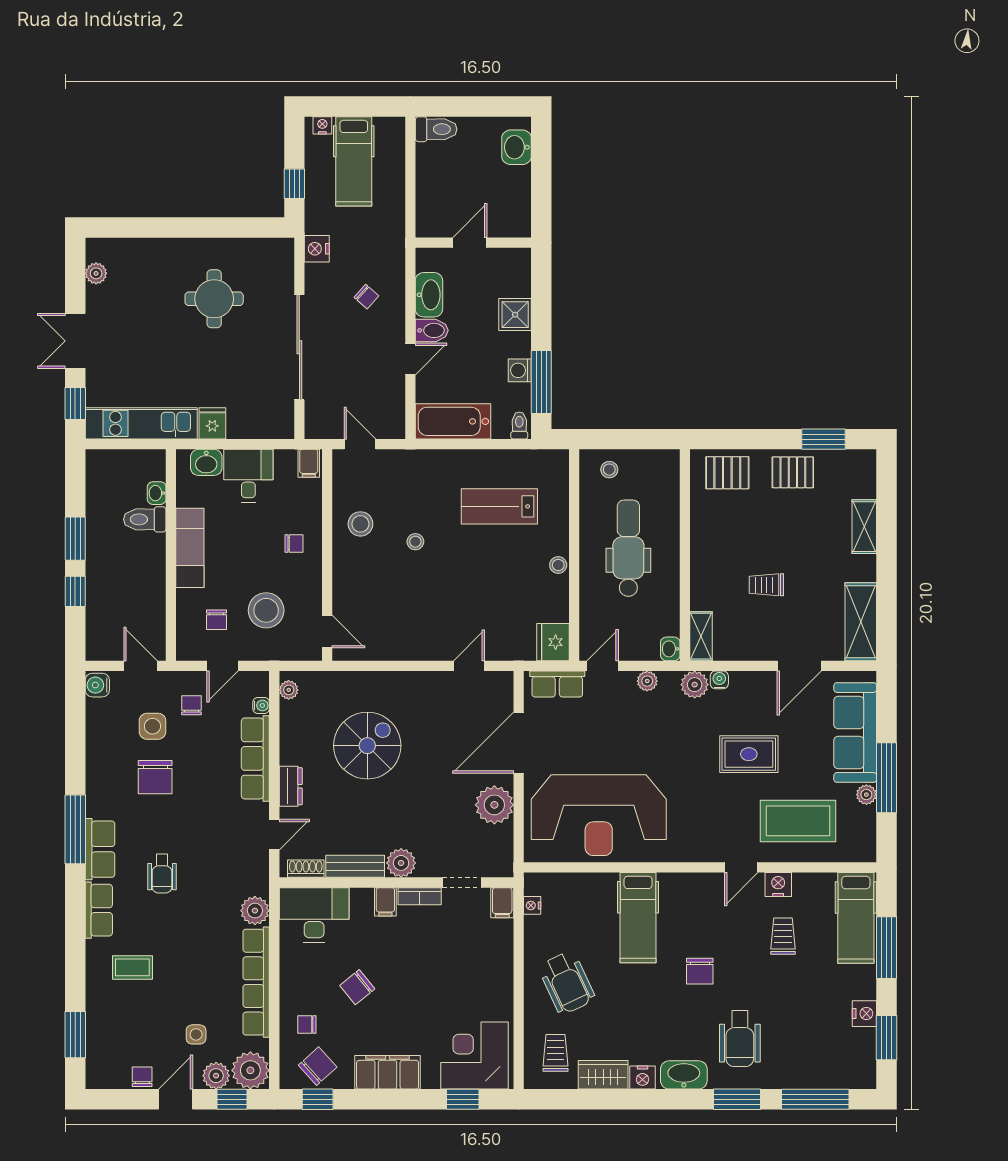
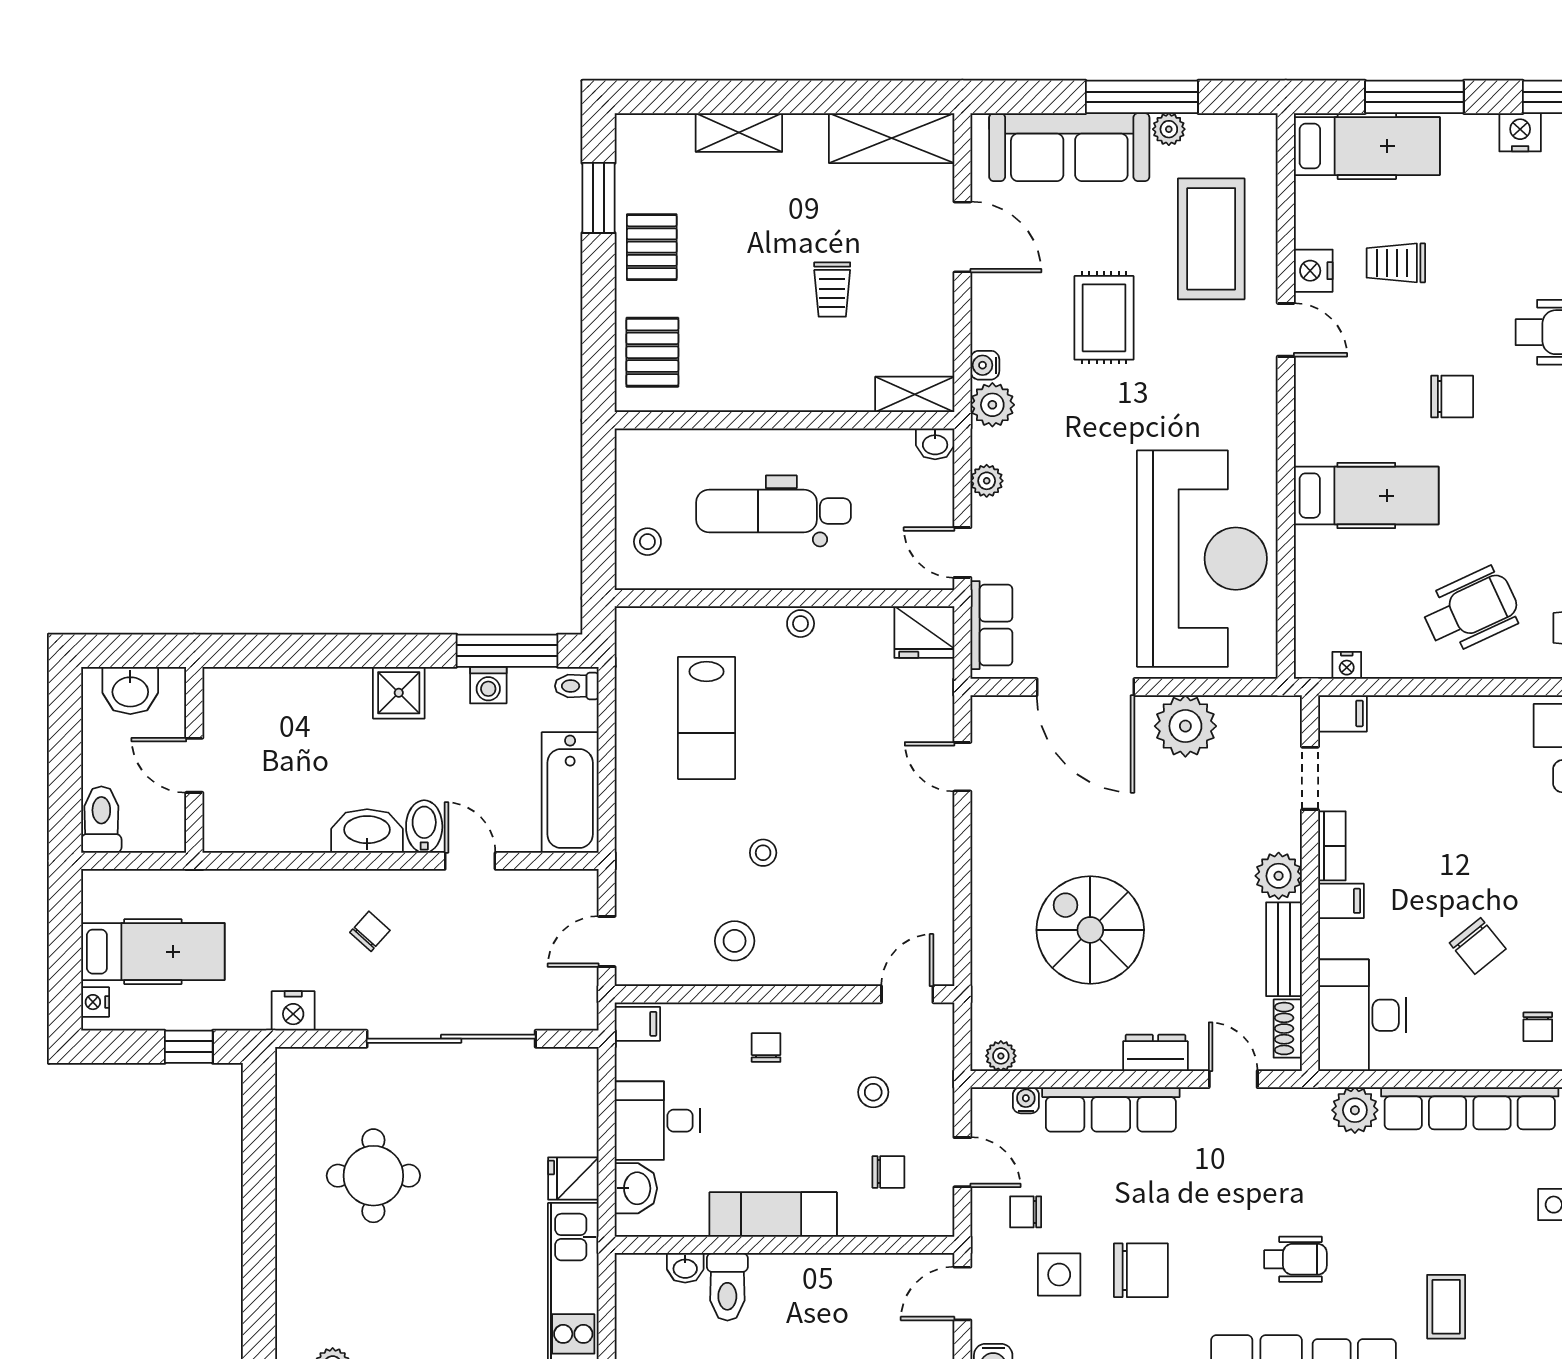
door: (470, 243) -> (194, 765), moved
wall: (473, 243) -> (194, 760), moved
stool: (266, 610) -> (873, 1092), width x0.53, depth x0.53

